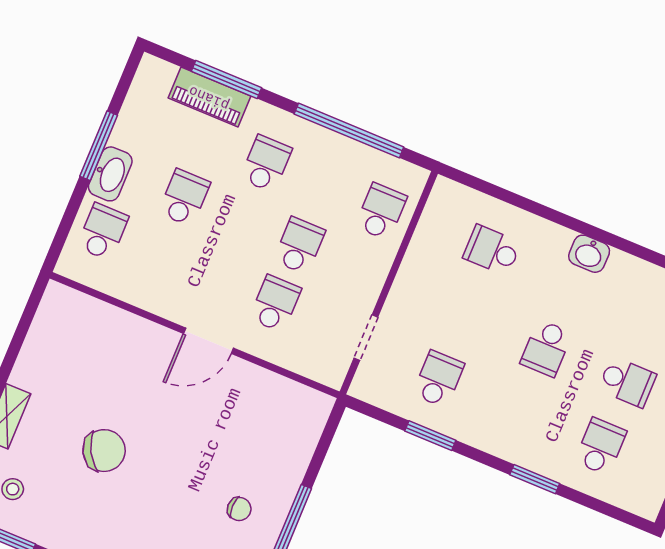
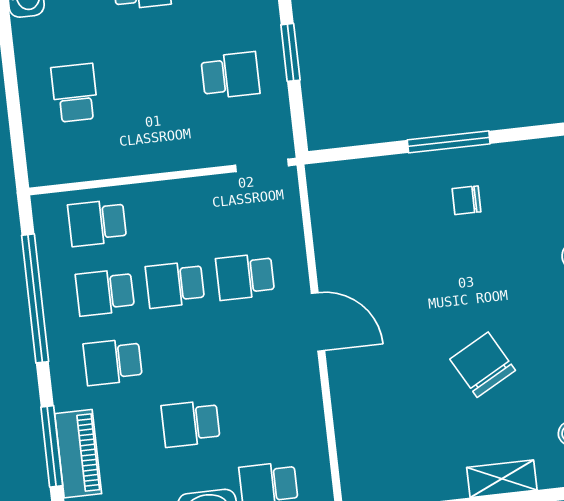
school desk: (324, 188) -> (105, 292), added
school desk: (492, 250) -> (75, 93), turned 180
doorway: (366, 337) -> (262, 165), moved
school desk: (438, 379) -> (230, 75), turned 180
chair: (239, 509) -> (466, 200), turned -90

